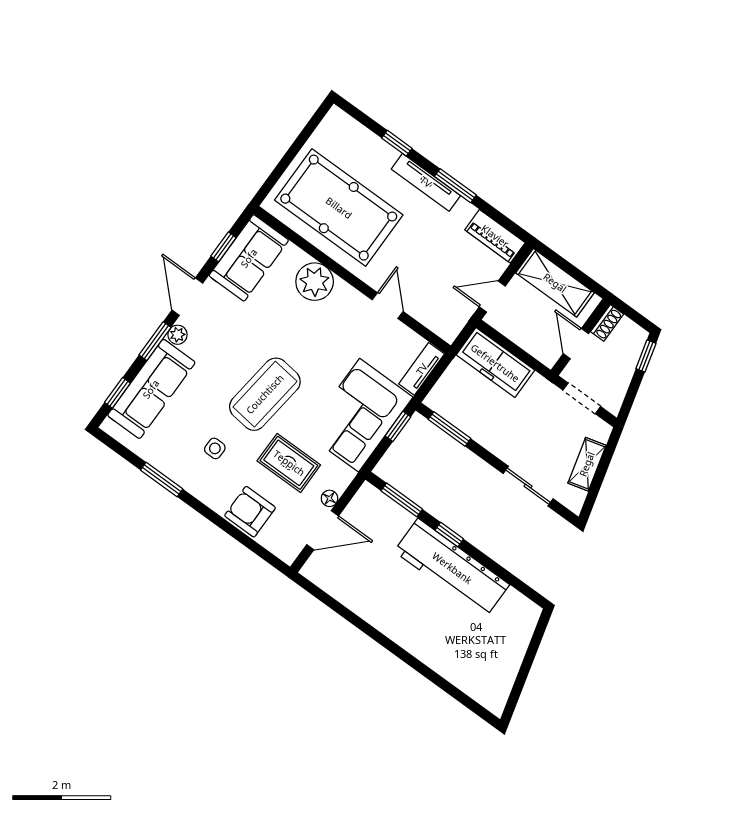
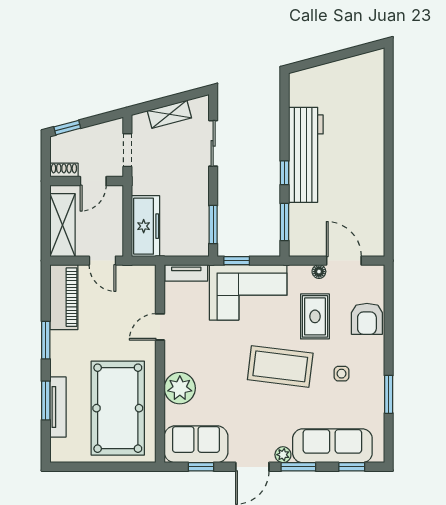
window: (397, 143) -> (46, 400), width x1.50
tv unit: (426, 182) -> (58, 407), moved
piano: (495, 236) -> (64, 297), width x1.37, depth x1.33

